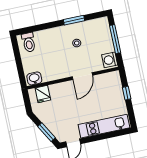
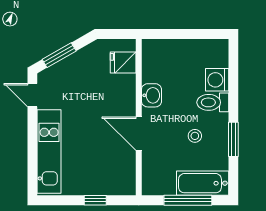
bathtub: (103, 33) -> (203, 183), added
toilet: (29, 42) -> (213, 102), moved
washing machine: (110, 60) -> (217, 80), moved, turned -90
washbasin: (34, 78) -> (151, 95), moved

